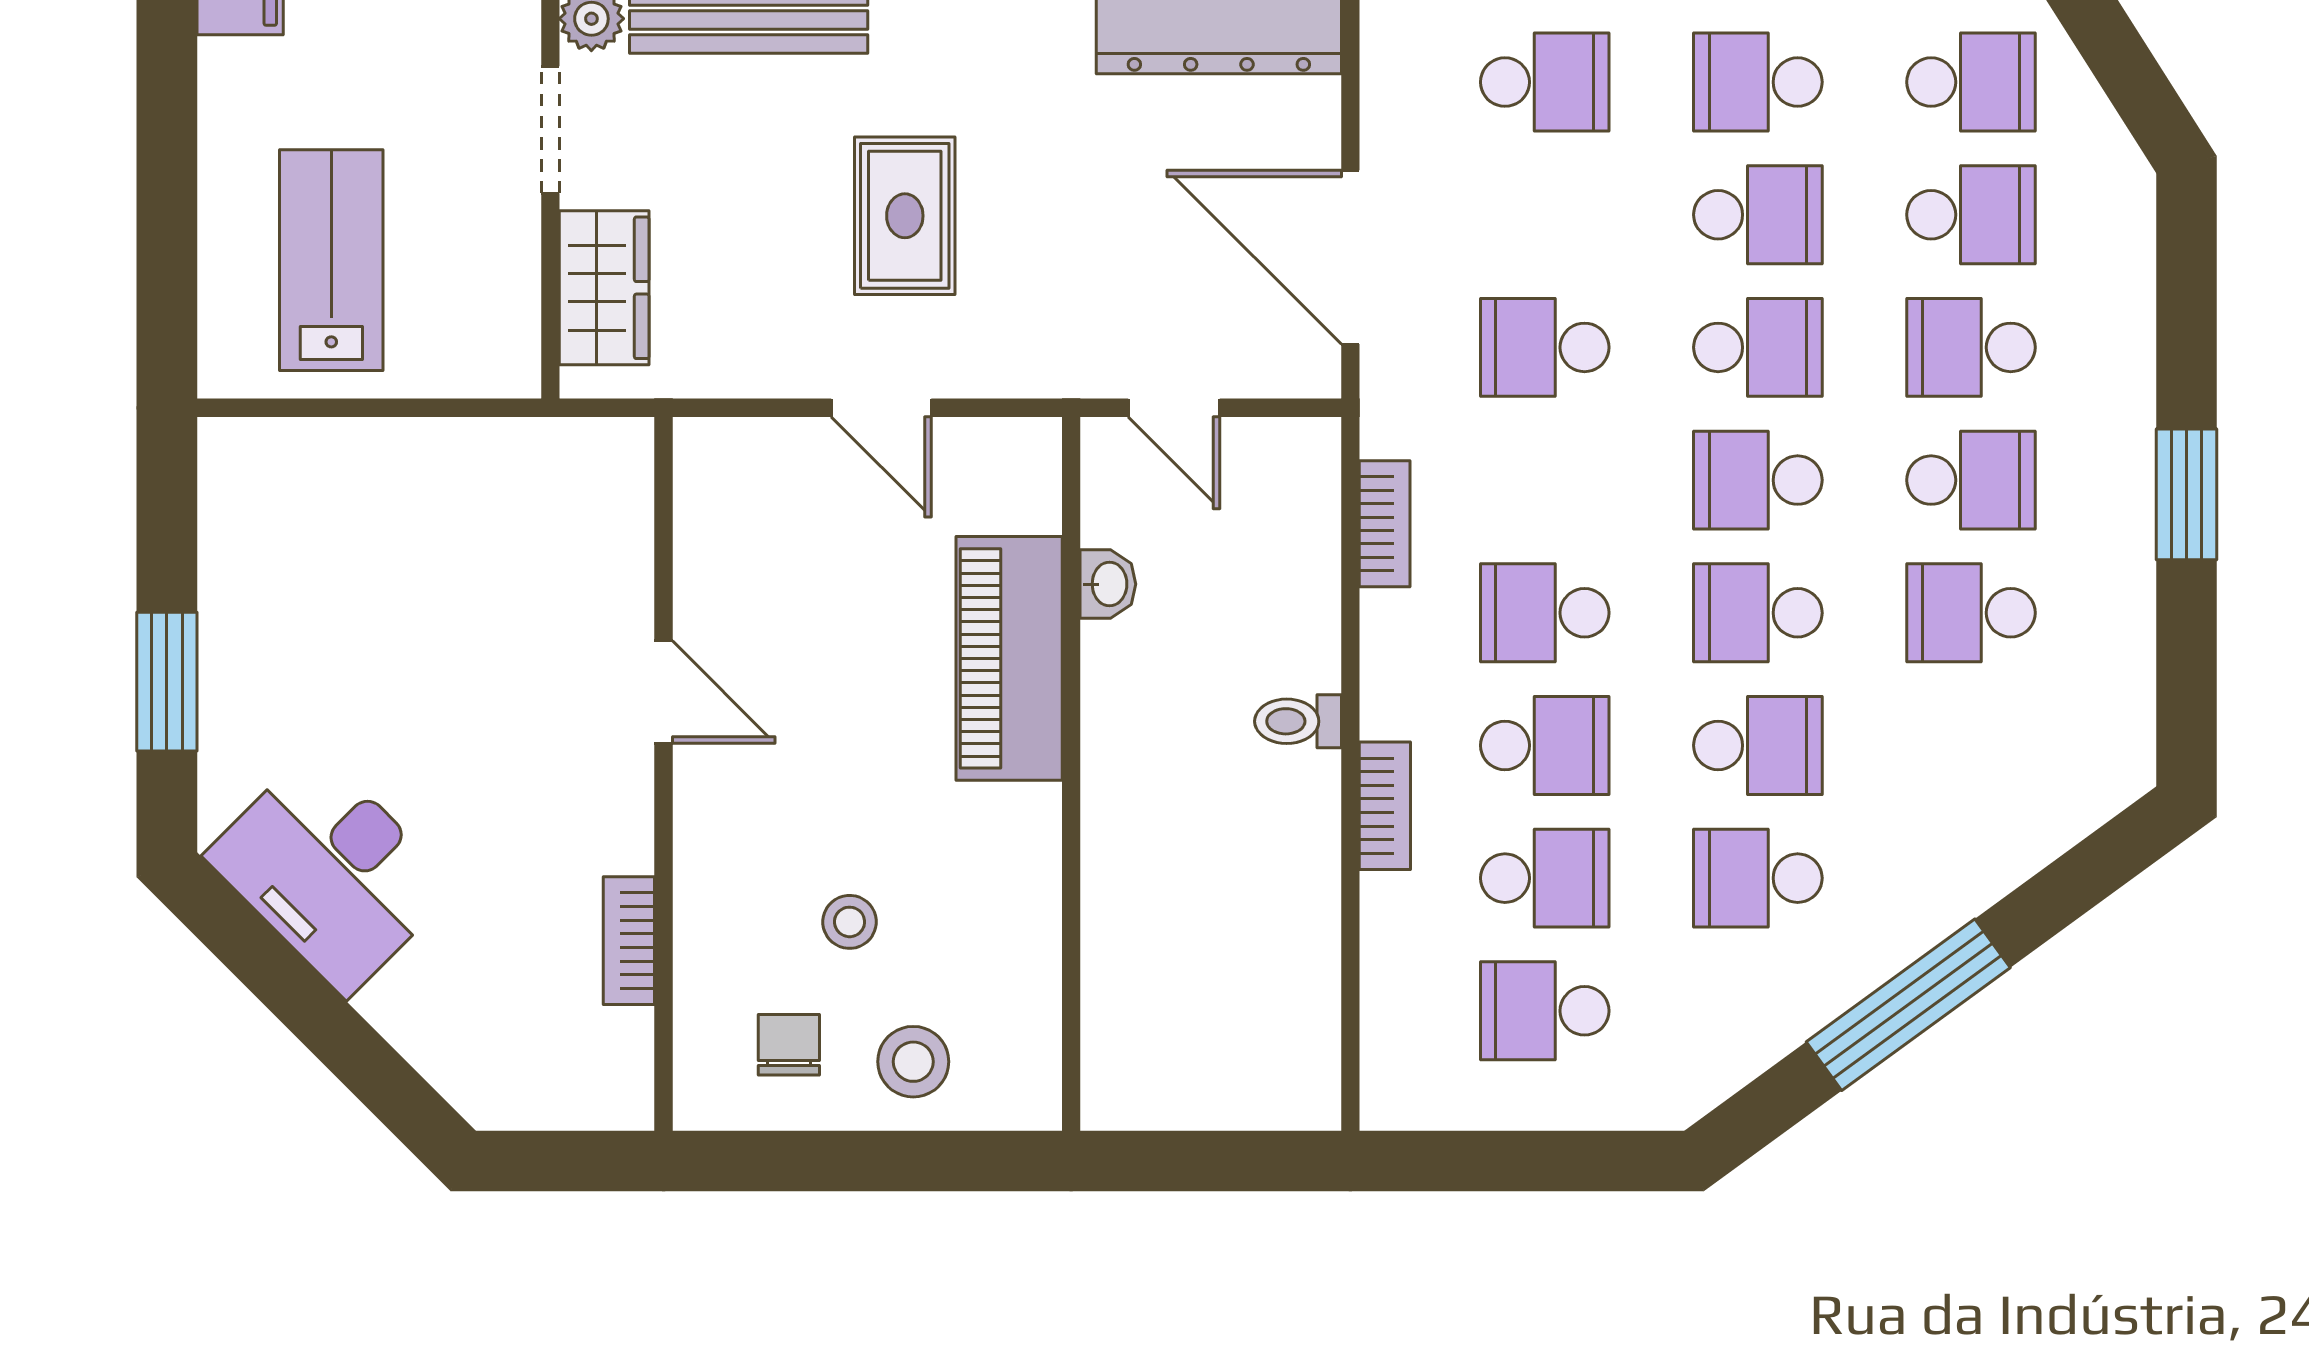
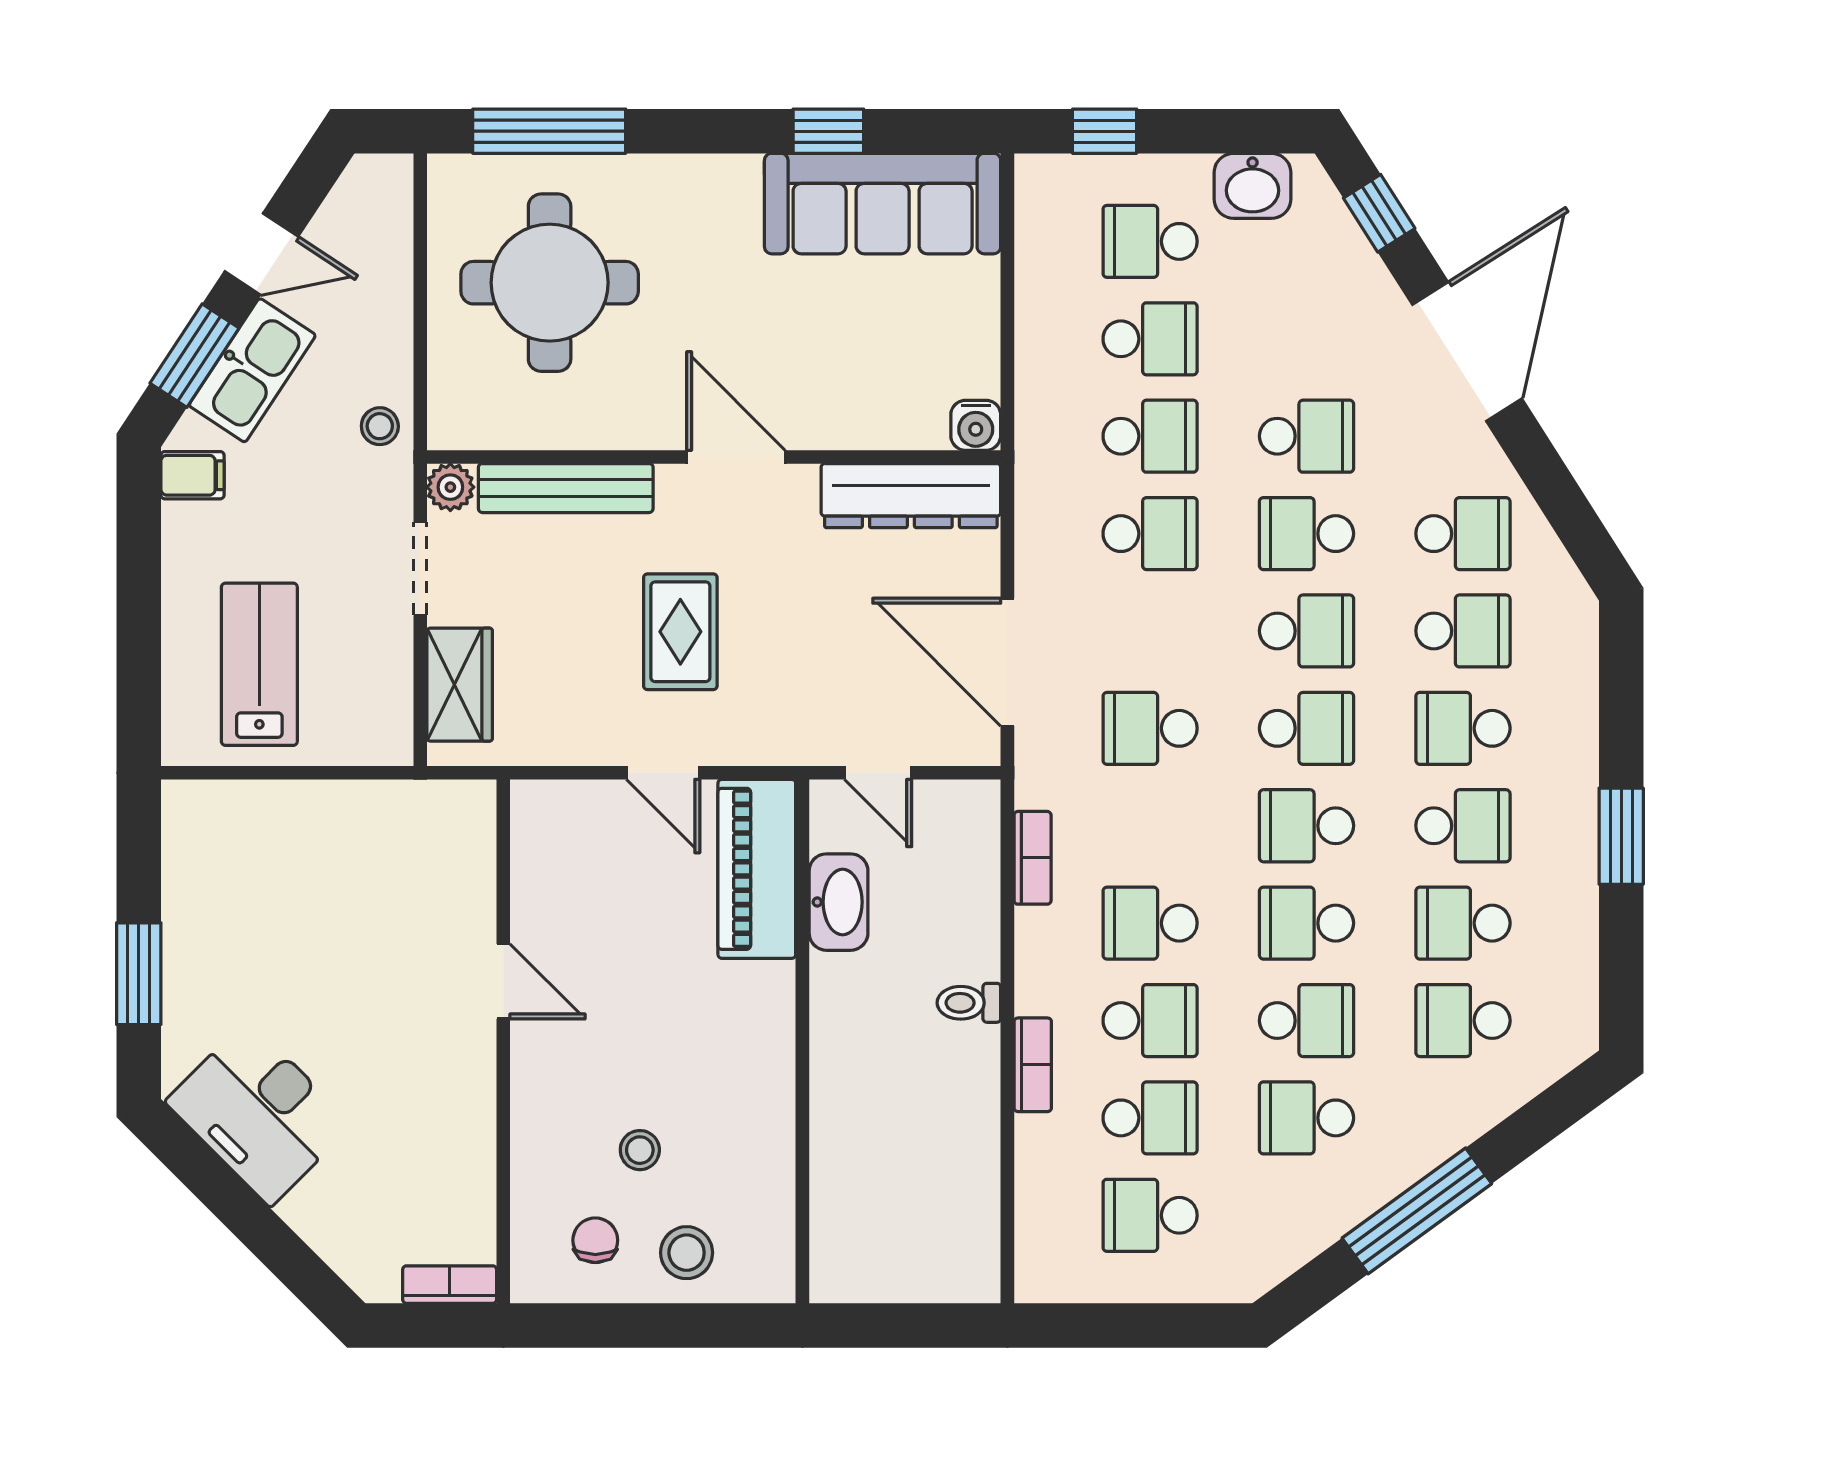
washbasin: (1108, 584) -> (839, 902), width x1.91, depth x1.45
piano: (1009, 658) -> (757, 869), moved
school desk: (1971, 745) -> (1463, 1021), added
bookcase: (629, 941) -> (450, 1285), moved, turned 90

